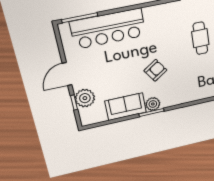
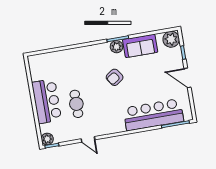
door: (67, 74) -> (187, 78), swing flipped
plant: (85, 98) -> (171, 39), moved

